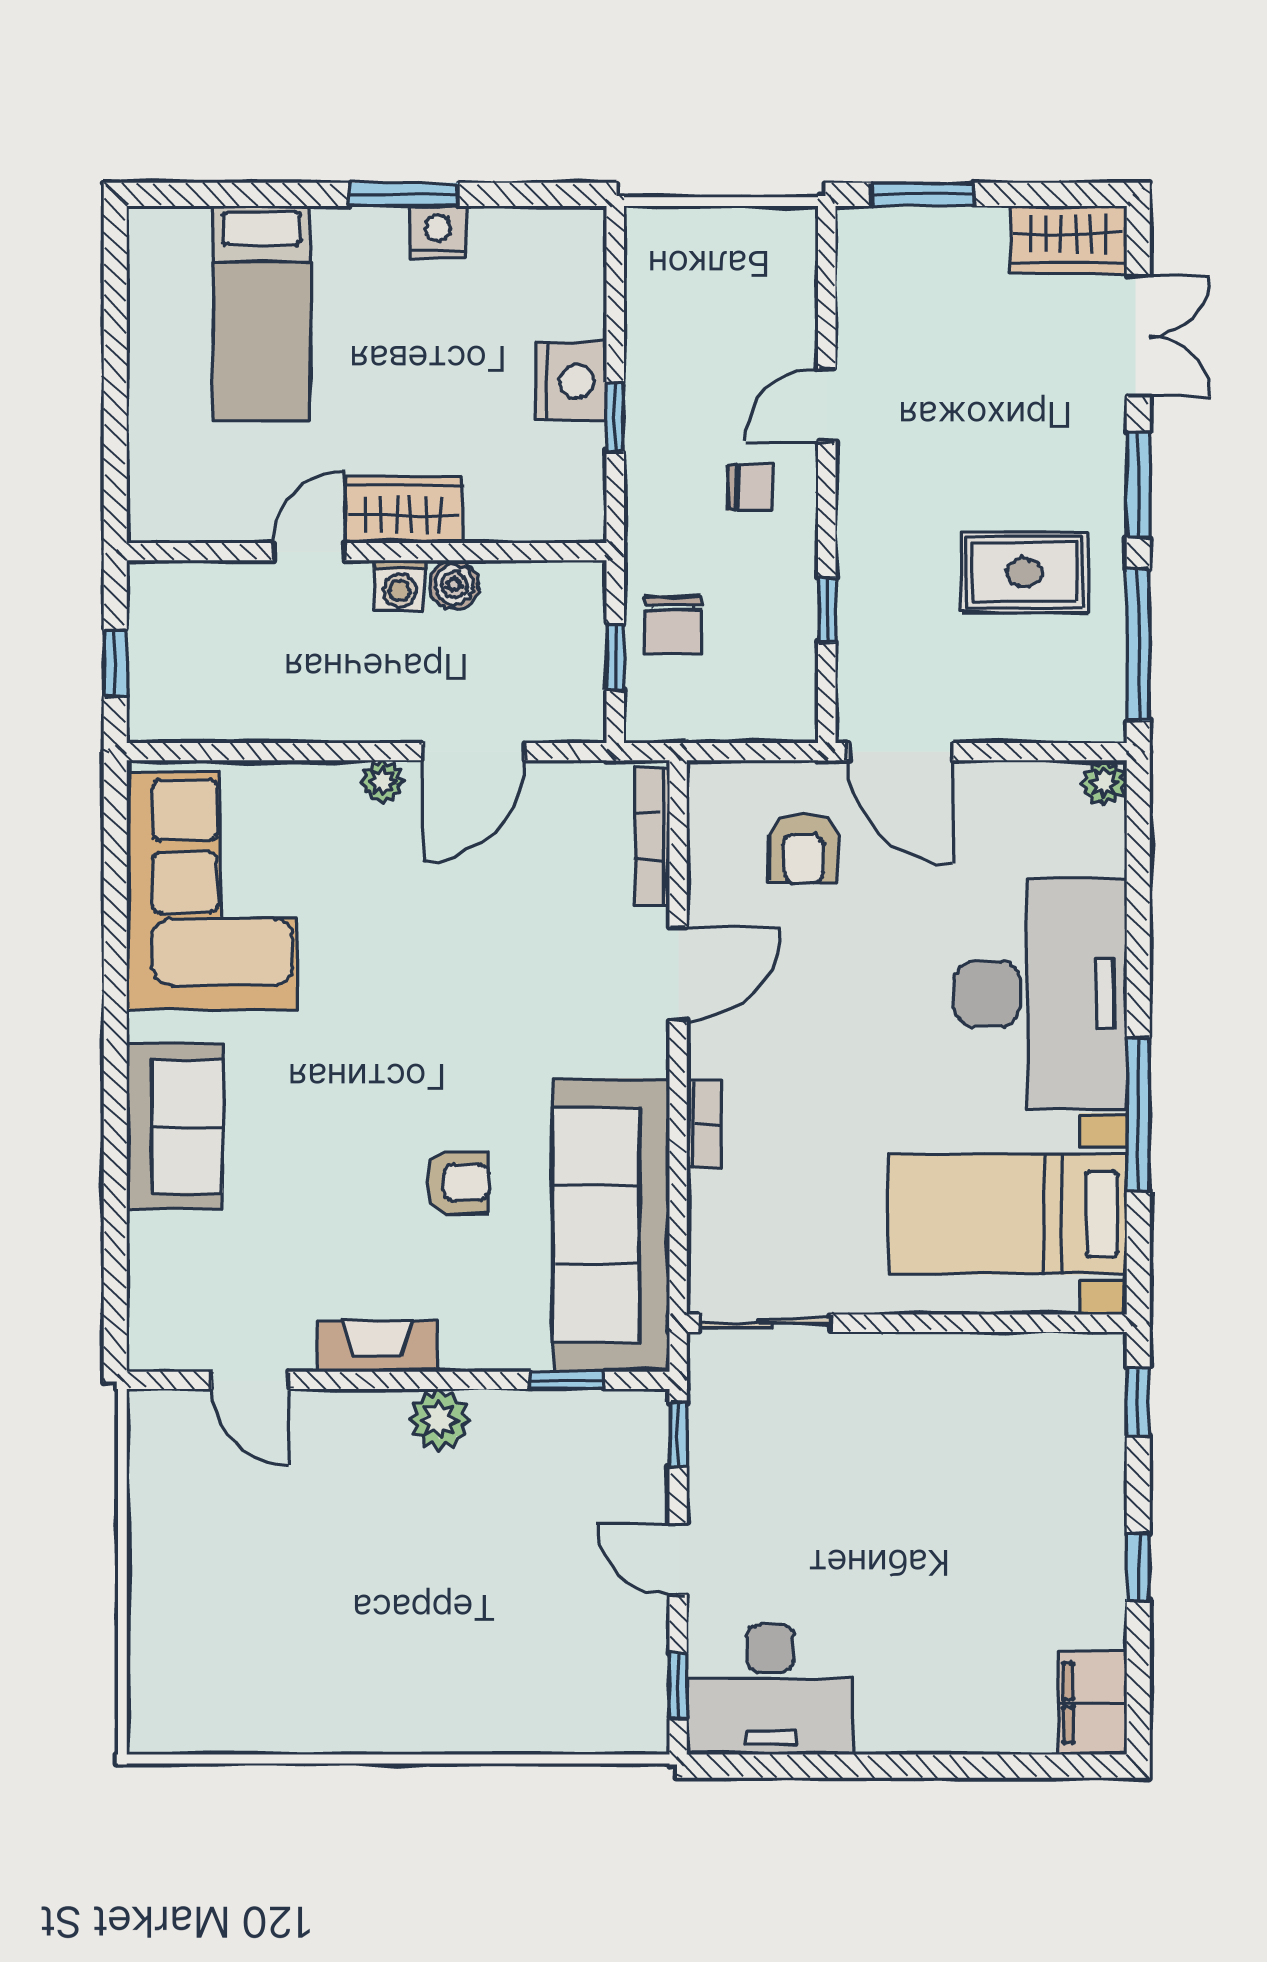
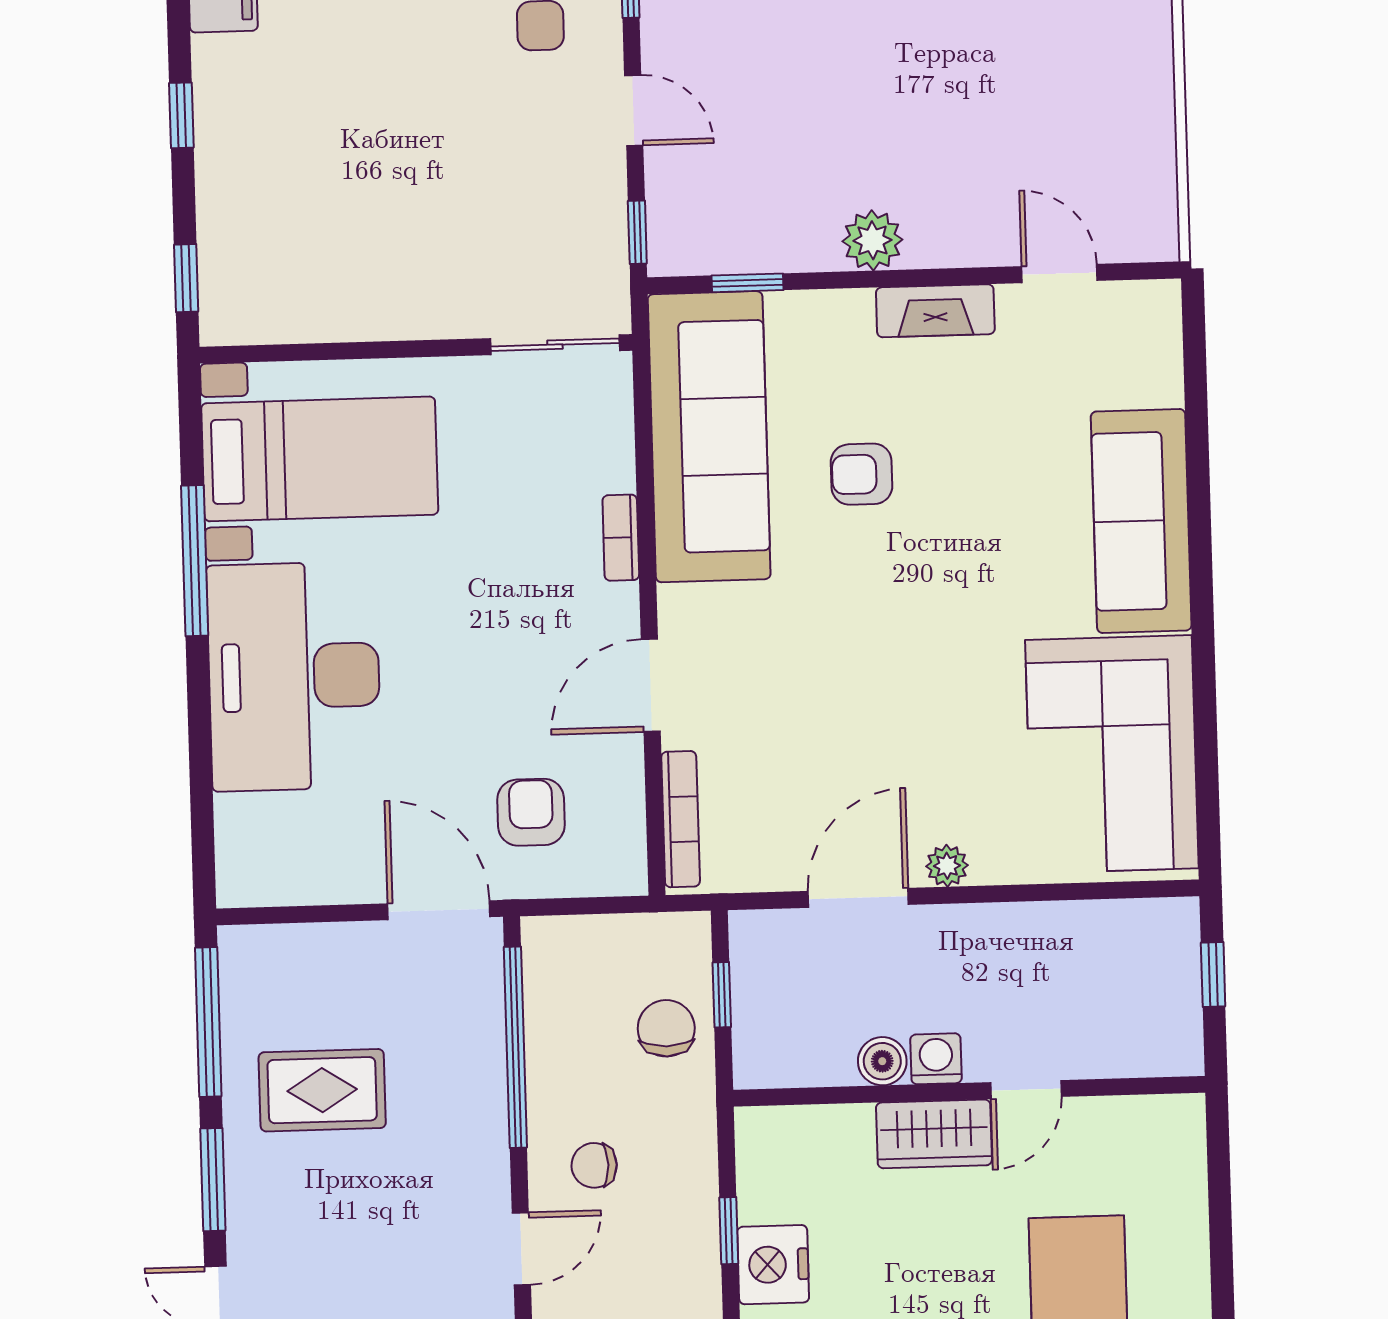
window: (827, 610) -> (515, 1047), width x3.17
plant: (1104, 783) -> (238, 885), removed
sofa: (175, 1126) -> (1141, 521), width x1.36

